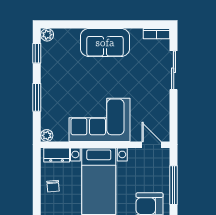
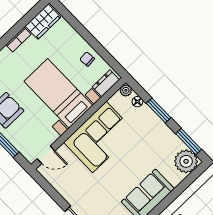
plant: (47, 35) -> (186, 161), width x1.88, depth x1.88
window: (37, 53) -> (189, 142), width x1.50
floor lamp: (46, 119) -> (137, 102), added

